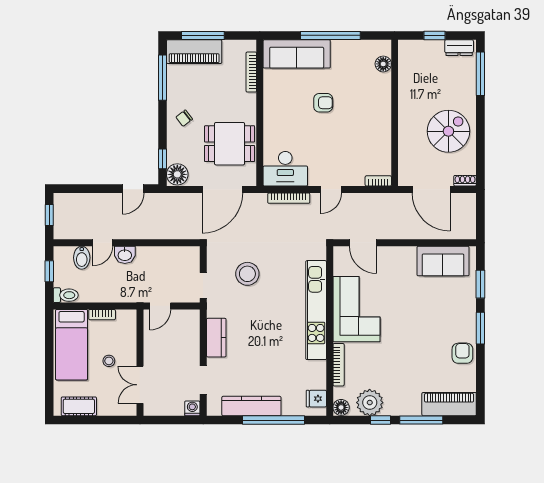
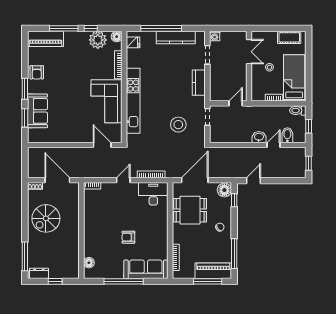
sofa: (443, 261) -> (38, 111), moved, turned 90

